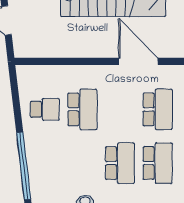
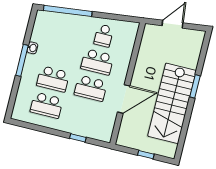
door: (138, 61) -> (124, 99), moved
school desk: (158, 109) -> (91, 88), moved

